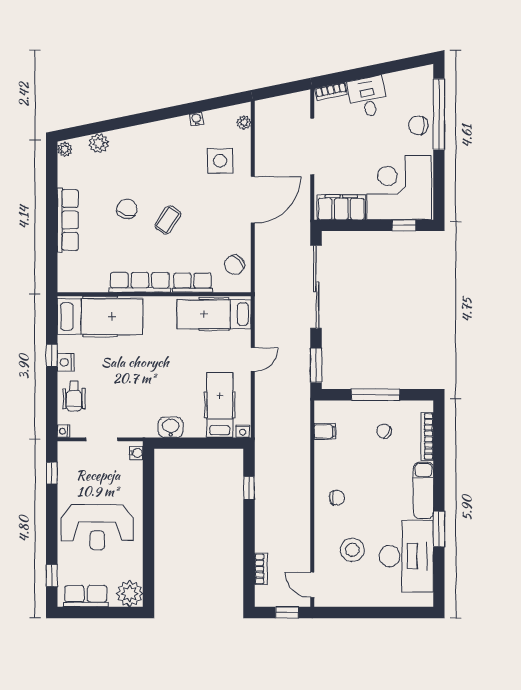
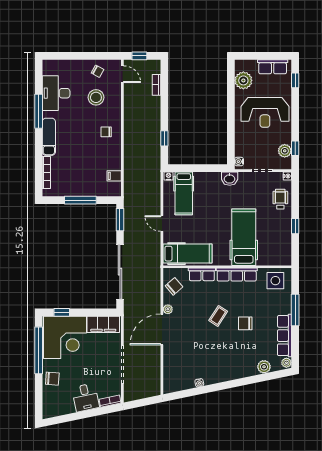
window: (439, 114) -> (39, 350), moved
plant: (244, 122) -> (168, 309), moved
side table: (220, 161) -> (275, 281), moved
chair: (127, 209) -> (245, 323), turned 75
row of seats: (68, 220) -> (284, 336), moved
window: (52, 229) -> (295, 310), added
hospital bed: (100, 317) -> (244, 237), moved, turned 90
door: (253, 359) -> (162, 224), hinge flipped
nightstand: (66, 362) -> (286, 222), removed
washbasin: (171, 427) -> (230, 179), moved
chair: (384, 431) -> (98, 71), moved
plant: (67, 469) -> (285, 151), added
reception desk: (97, 527) -> (265, 112), turned 180
window: (439, 529) -> (39, 111), width x1.44
desk: (406, 556) -> (56, 93), width x0.73, depth x0.77
plant: (130, 594) -> (243, 80), moved

